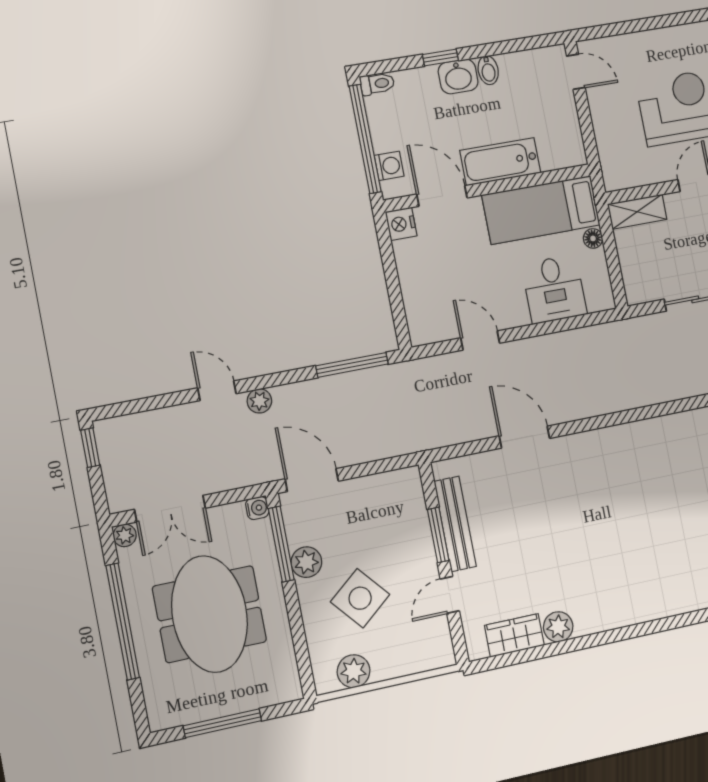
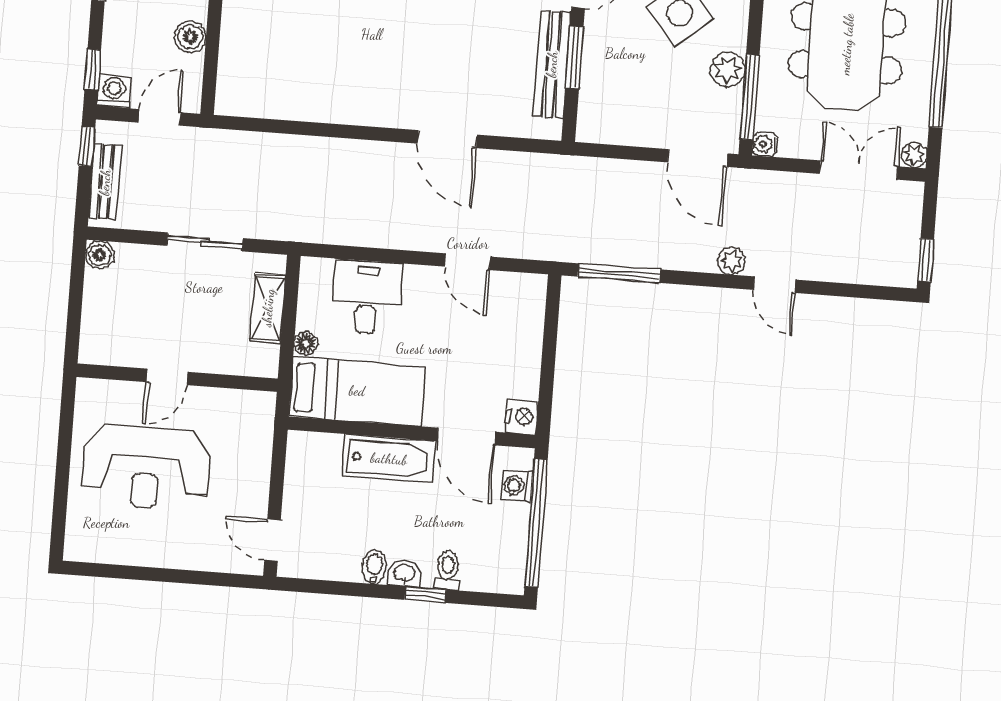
washbasin: (458, 76) -> (404, 573), width x0.72, depth x0.69
toilet: (377, 84) -> (448, 570), moved, turned 90
shelving: (637, 212) -> (268, 308), moved, turned 90

